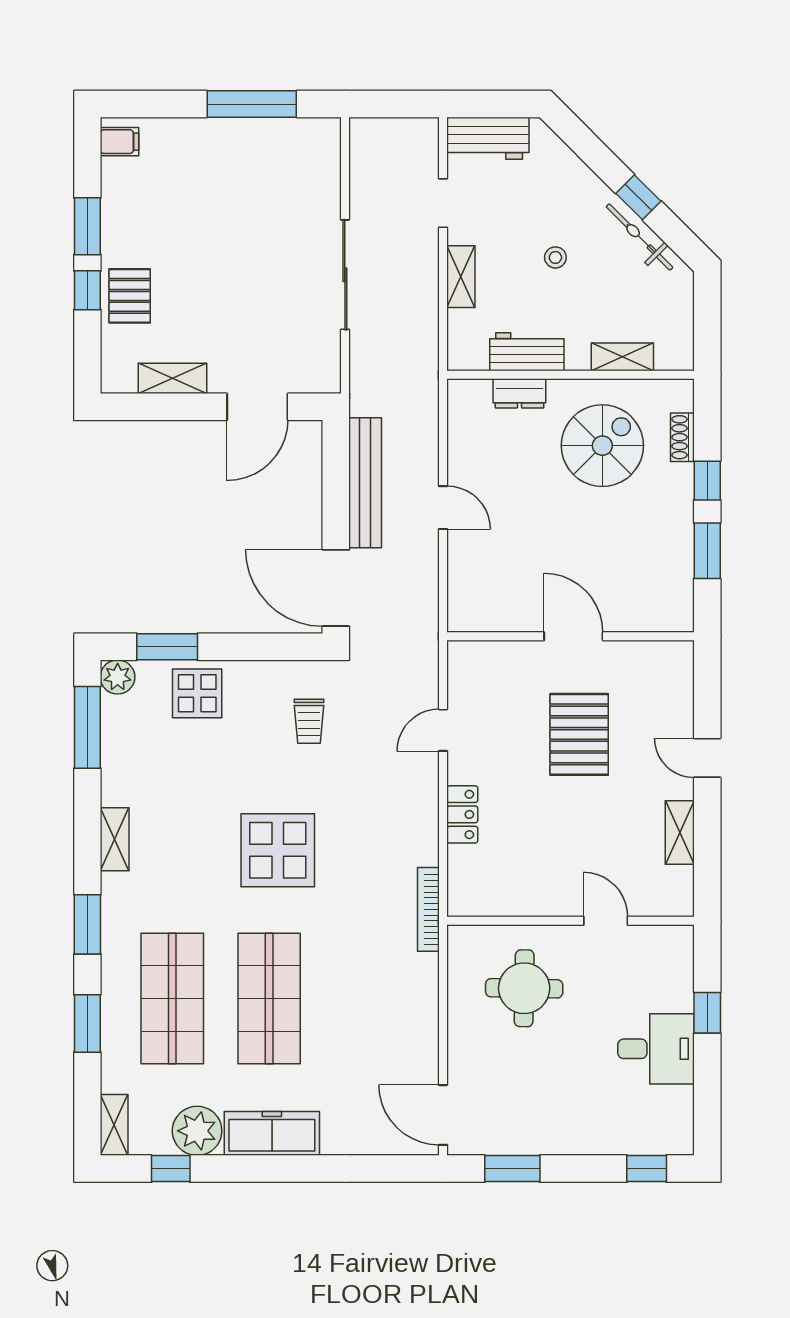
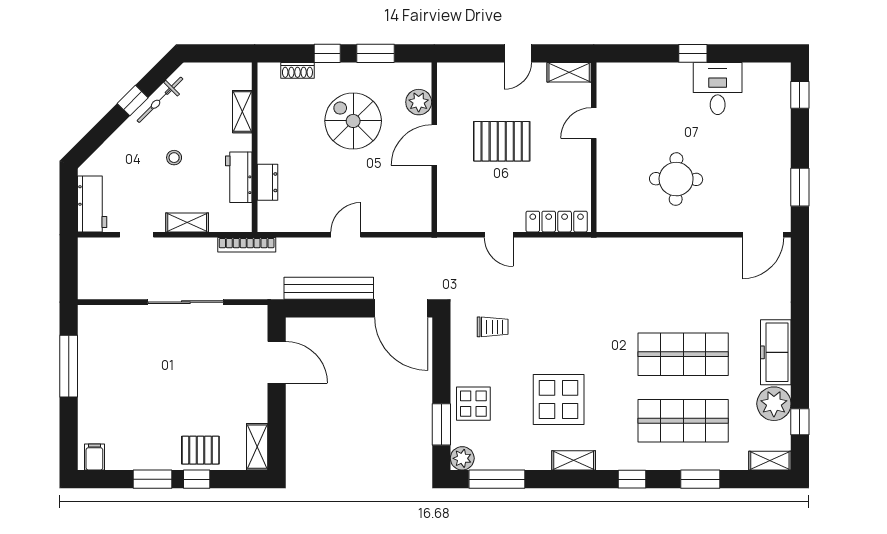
shelving: (173, 378) -> (257, 447), moved
spiral stairs: (602, 446) -> (353, 121), moved
door: (336, 588) -> (401, 308), hinge flipped
plant: (636, 614) -> (419, 102), added
locker: (462, 814) -> (557, 222), width x1.53
display table: (278, 850) -> (559, 399), moved
bookcase: (428, 909) -> (247, 245), moved
wall: (571, 921) -> (594, 147), moved
door: (606, 921) -> (594, 123), moved
window: (87, 924) -> (632, 479), width x0.67

